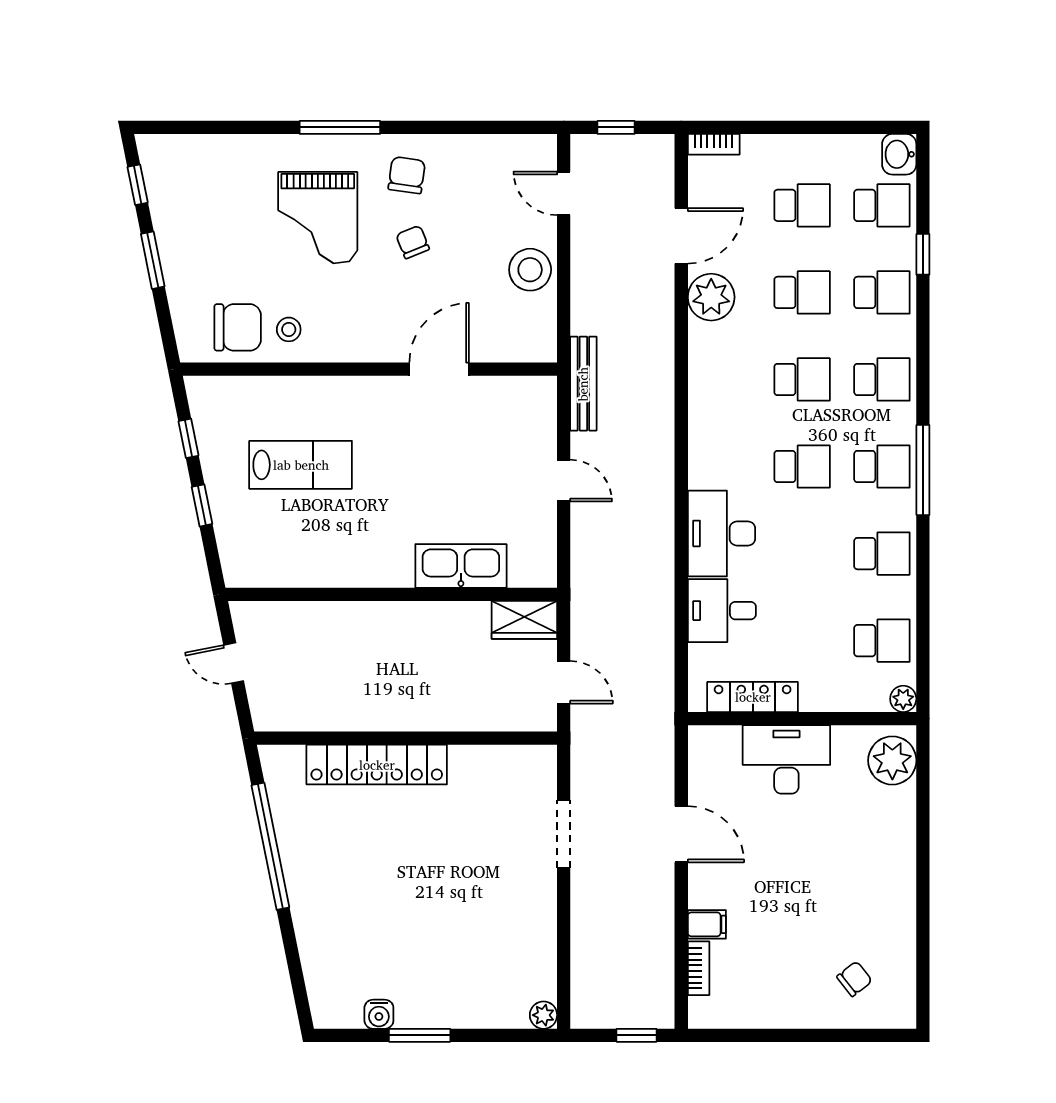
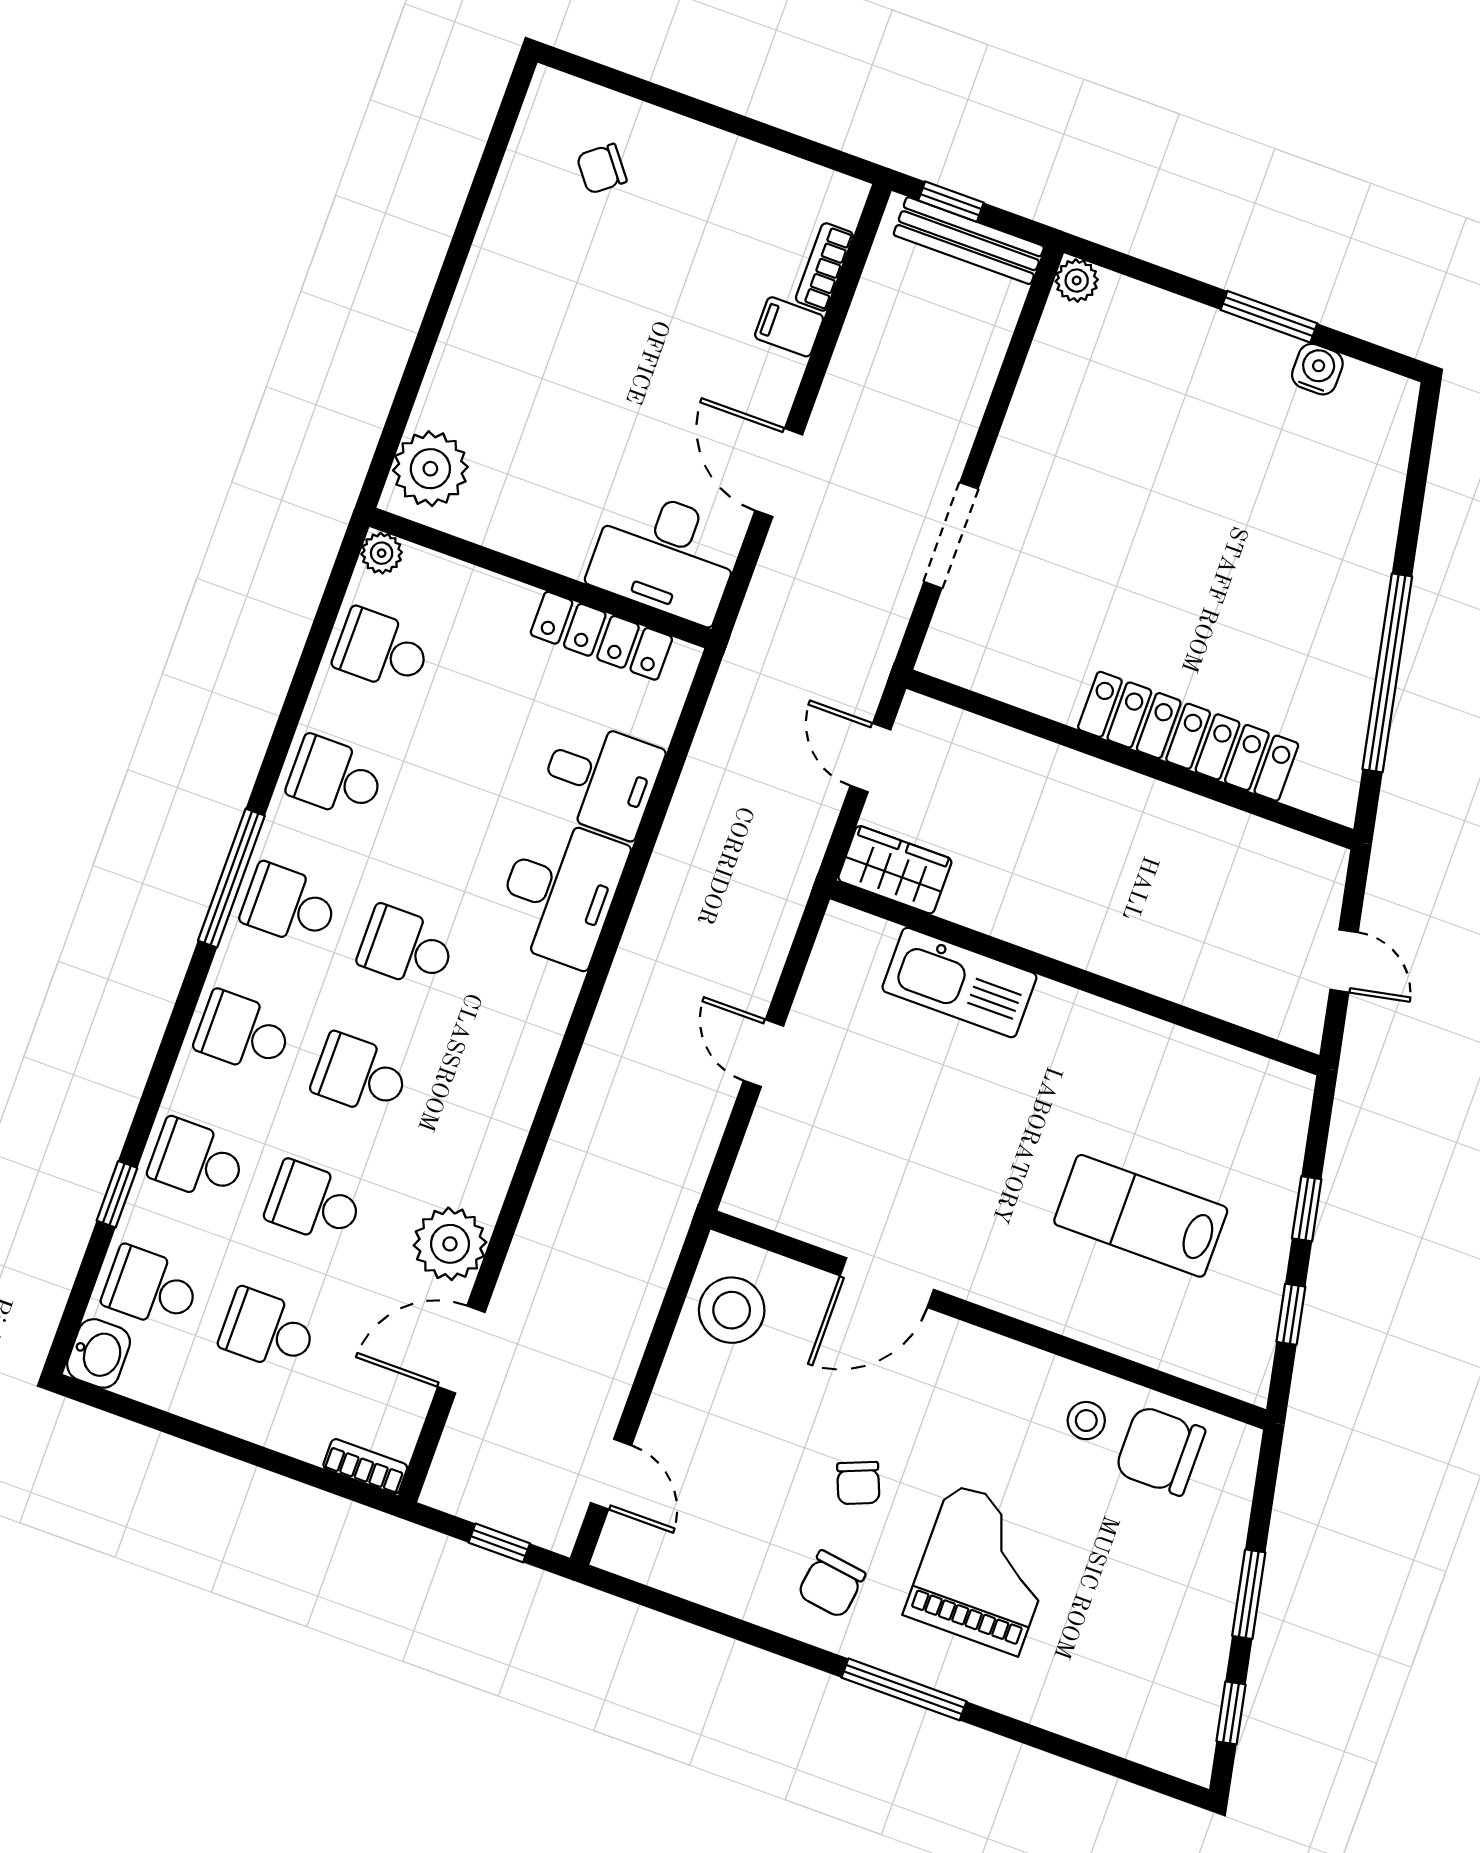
stool: (530, 270) -> (732, 1310), moved
bench: (583, 384) -> (969, 241), moved, turned 90
desk: (786, 759) -> (665, 556), moved

